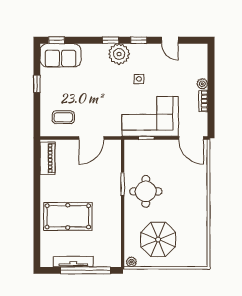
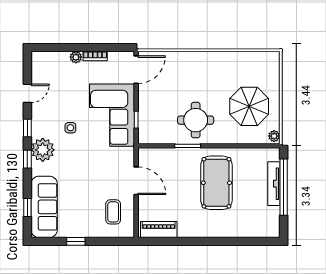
window: (57, 40) -> (27, 208), moved
sofa: (61, 55) -> (44, 207), width x1.36
pool table: (68, 216) -> (216, 183), moved
tv unit: (73, 262) -> (274, 184), moved

